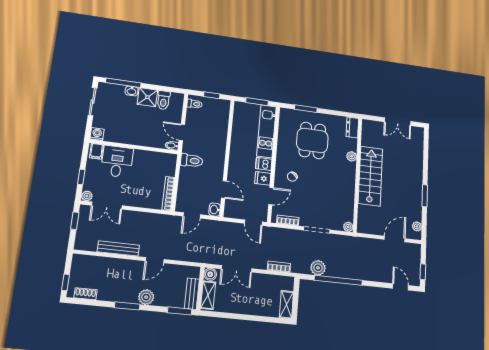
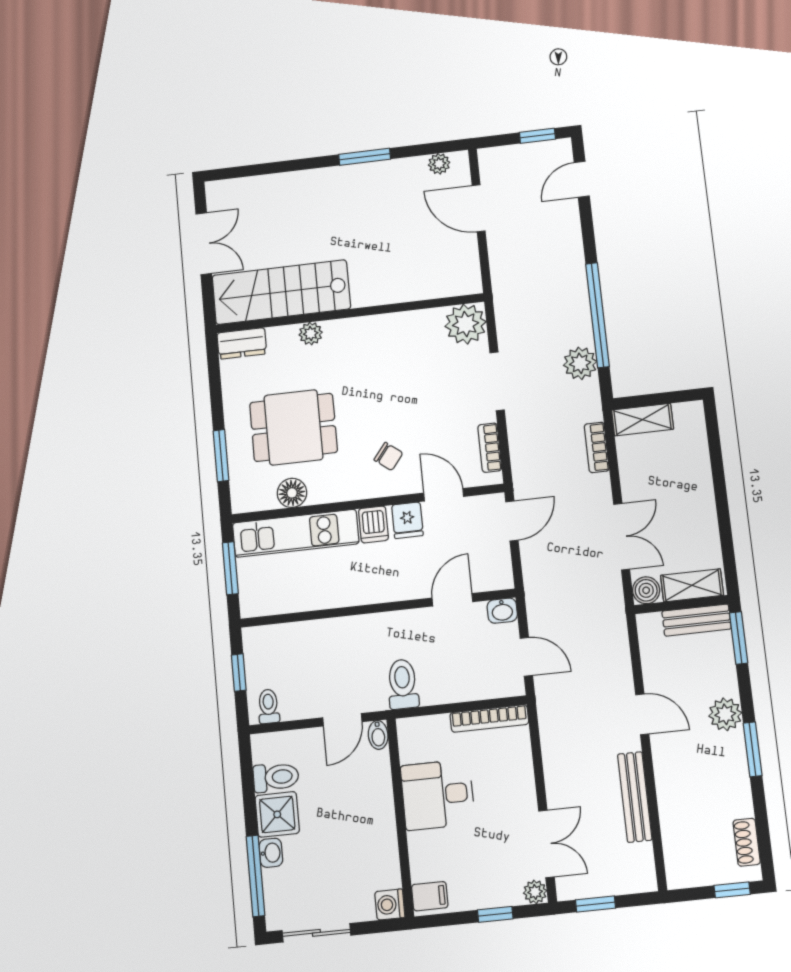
floor lamp: (284, 134) -> (292, 493), added
desk: (117, 162) -> (438, 795), moved
stairs: (370, 176) -> (281, 292), moved
plant: (348, 227) -> (466, 324), width x1.88, depth x1.88
shelving: (286, 305) -> (642, 420), moved

